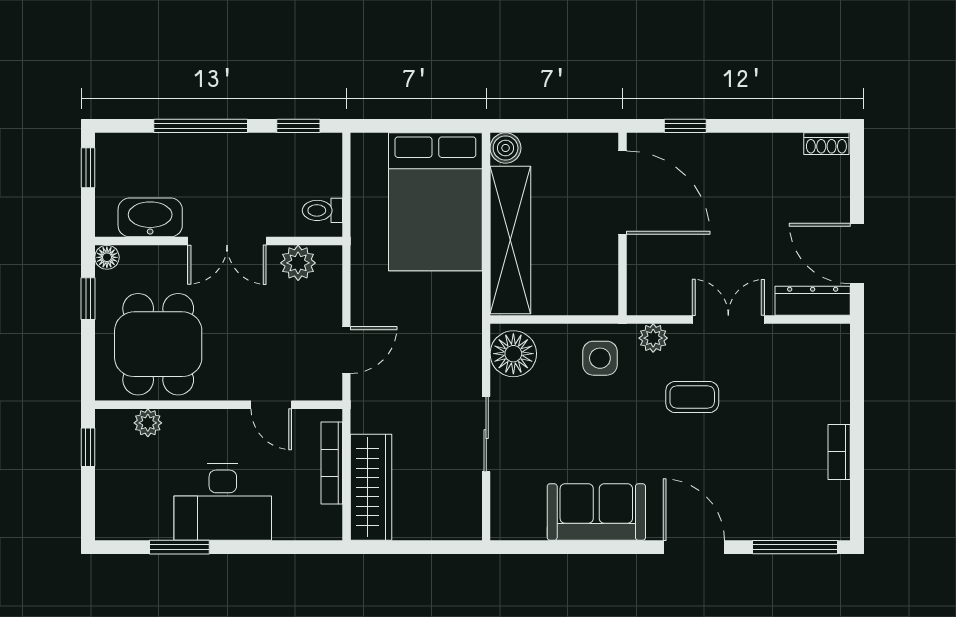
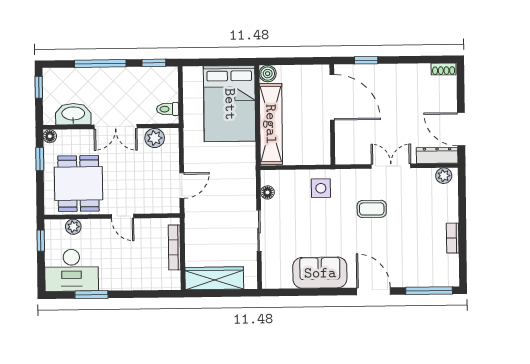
plant: (653, 338) -> (444, 176), moved
floor lamp: (513, 354) -> (267, 192), width x0.53, depth x0.53
door: (271, 405) -> (123, 216), moved
wardrobe: (371, 487) -> (214, 278), moved, turned -90
desk: (223, 502) -> (71, 270), moved

